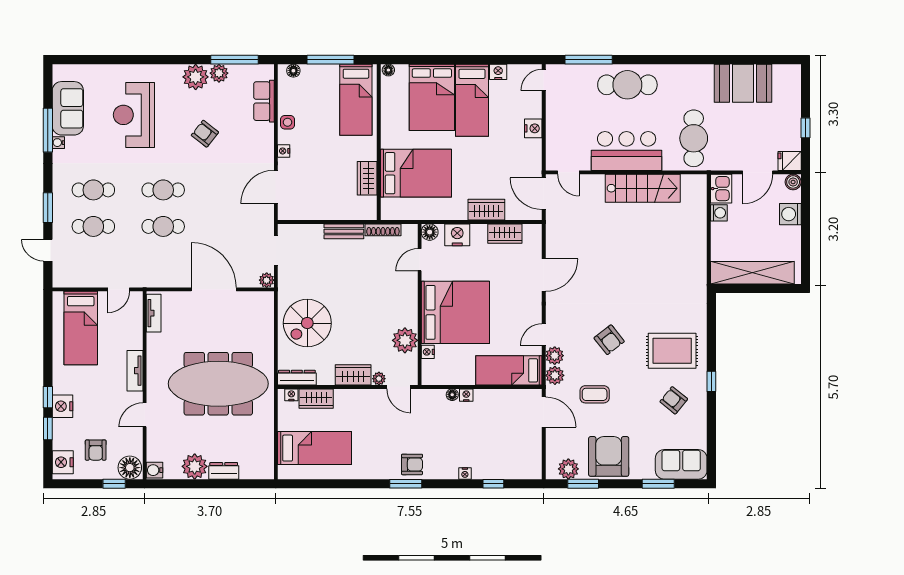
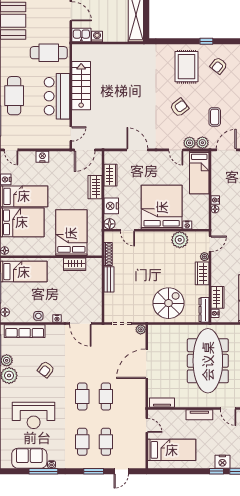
row of seats: (264, 101) -> (25, 331), width x1.48
spiral stairs: (307, 323) -> (168, 303), turned -90

